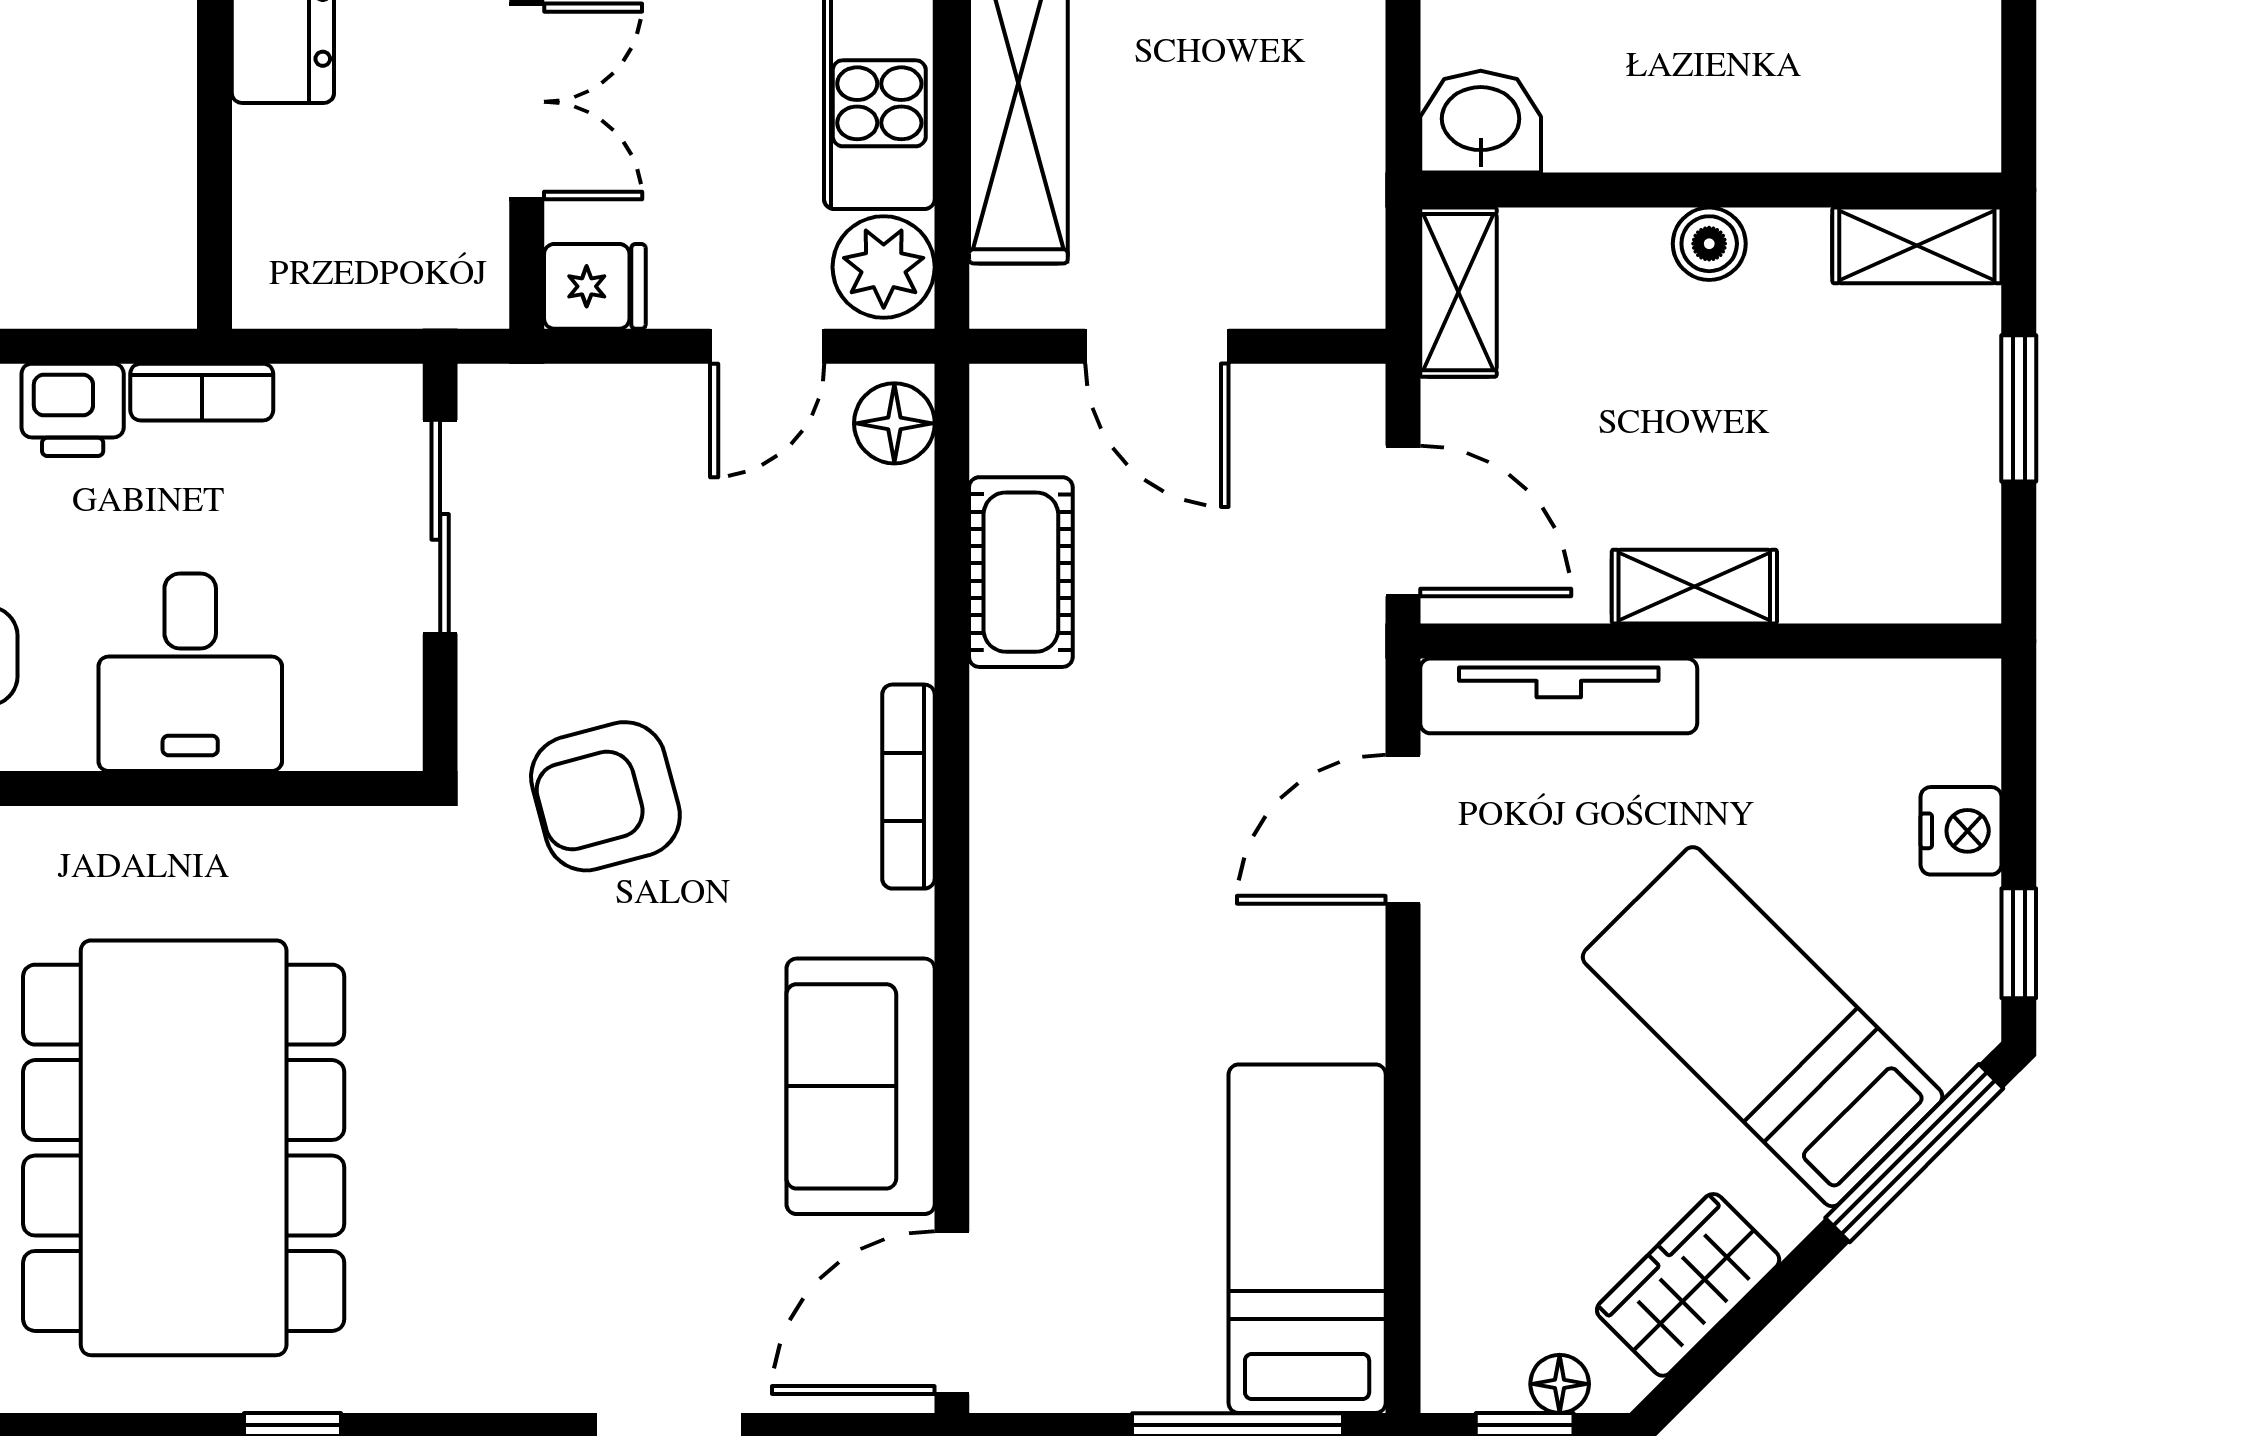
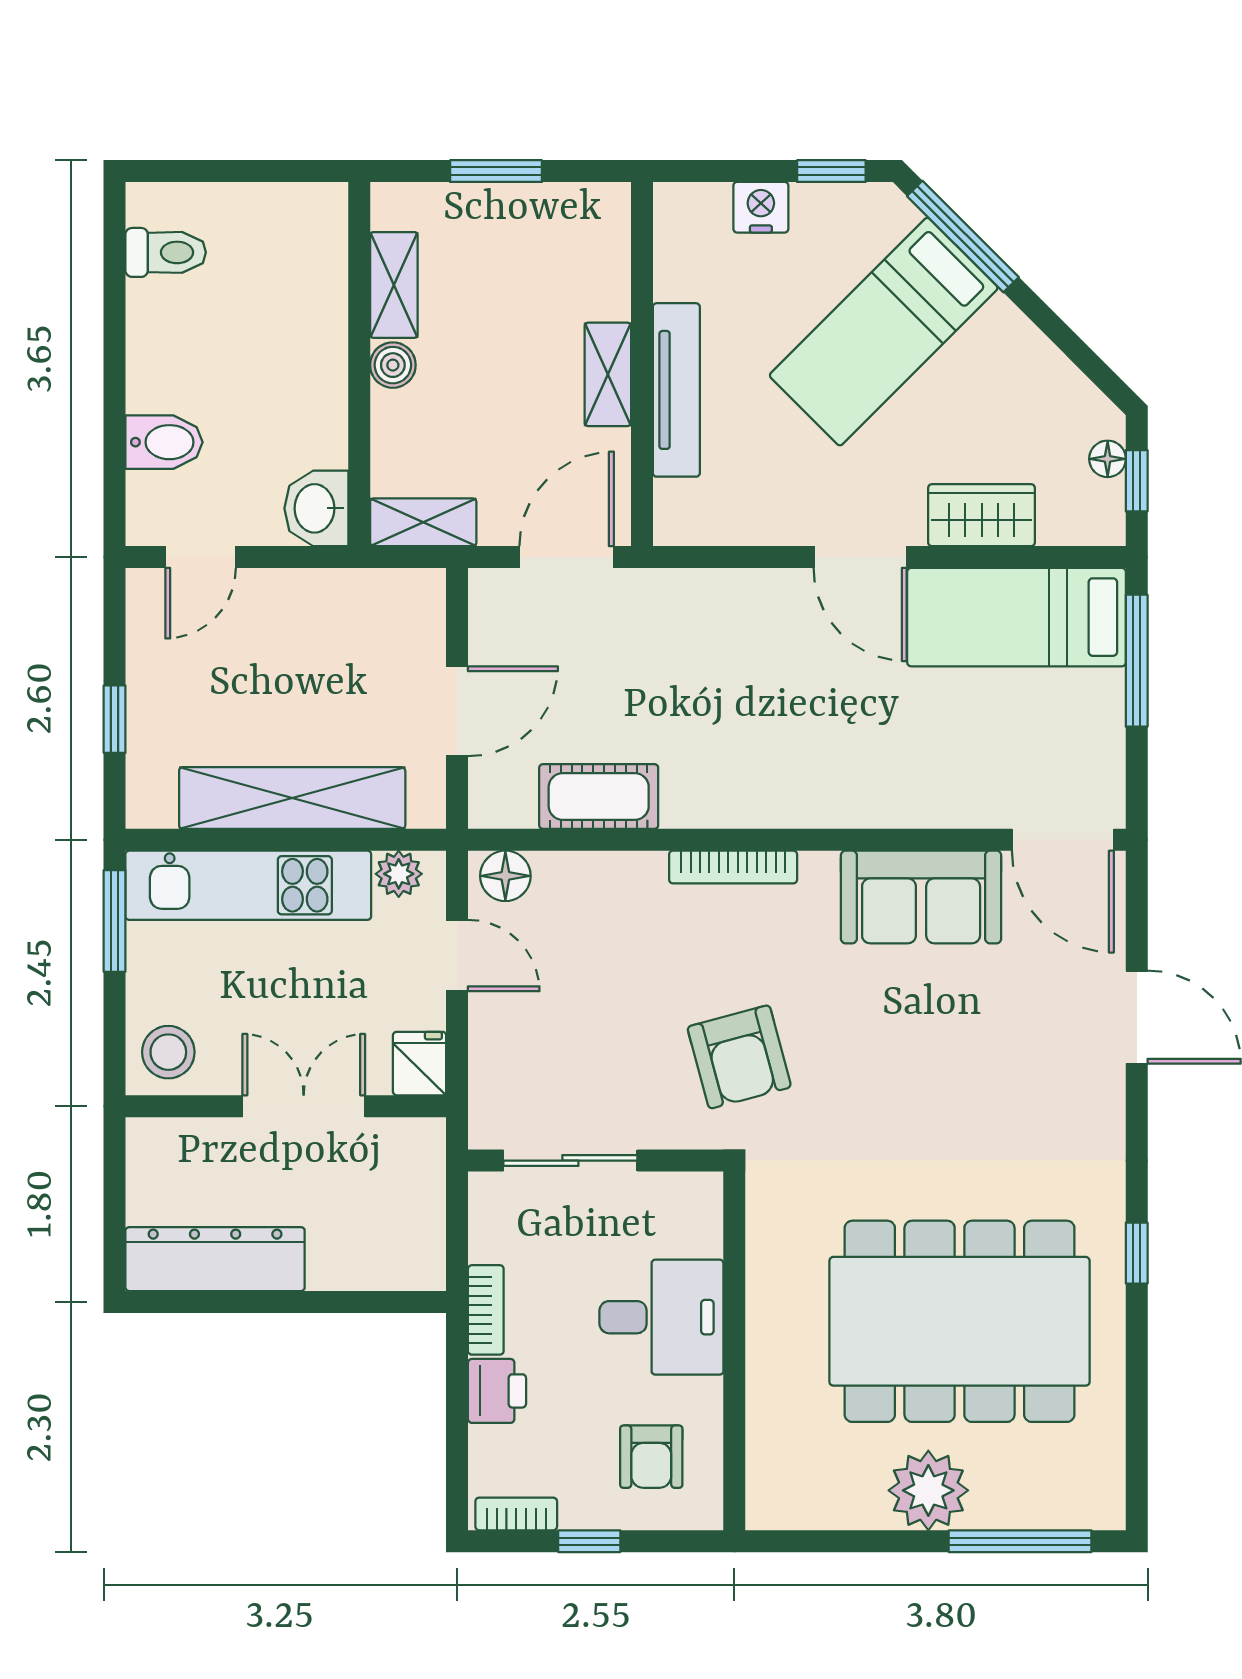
shelving: (1917, 245) -> (394, 285), moved
plant: (884, 267) -> (399, 874), width x0.73, depth x0.73
tv unit: (1559, 696) -> (676, 390), moved
door: (1403, 829) -> (860, 557), moved
wardrobe: (1688, 1285) -> (982, 515), moved, turned 135

